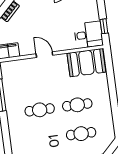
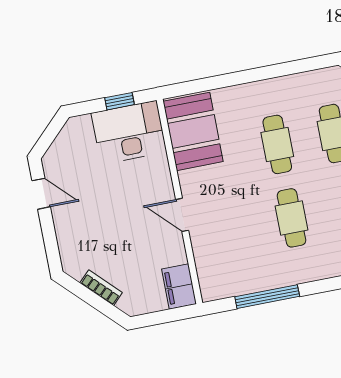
desk: (88, 35) -> (129, 132), width x1.37
door: (44, 55) -> (182, 215), hinge flipped

